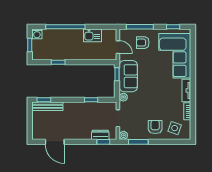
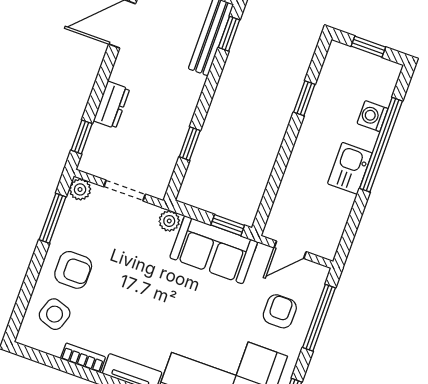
washing machine: (37, 34) -> (372, 116), moved
kitchen sink: (92, 35) -> (350, 168), moved
dresser: (100, 135) -> (112, 105), moved

